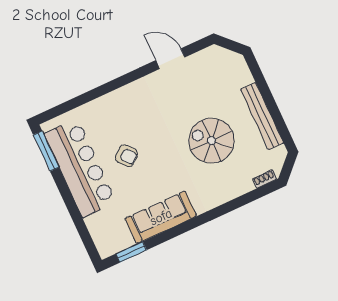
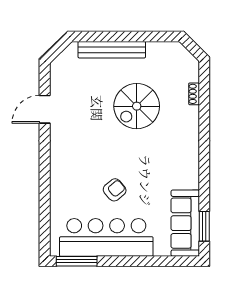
bench: (262, 116) -> (112, 50), moved
shoe rack: (264, 179) -> (194, 94), moved
sofa: (161, 217) -> (185, 223), moved

